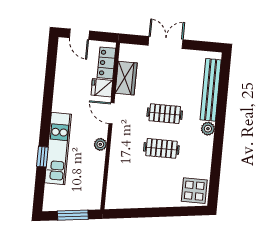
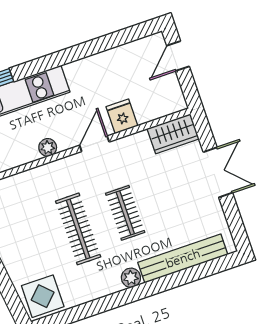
locker: (106, 63) -> (157, 108), removed
wardrobe: (126, 78) -> (173, 134), moved
clothes rail: (161, 148) -> (78, 229), width x1.36

